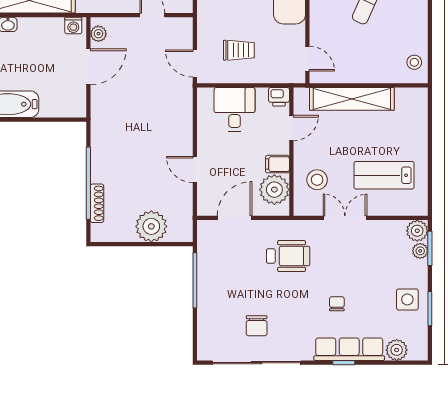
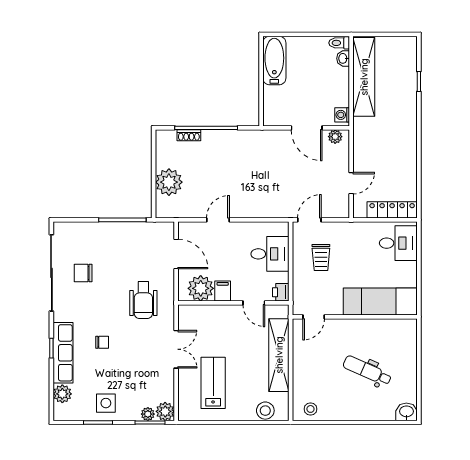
stool: (317, 180) -> (265, 411), moved
shoe rack: (97, 203) -> (189, 135), width x0.70

